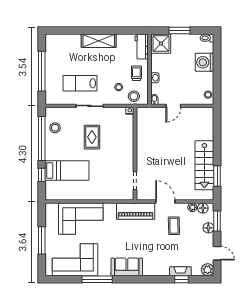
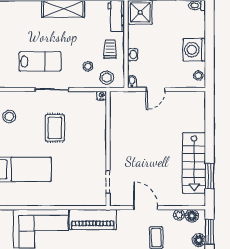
washing machine: (205, 62) -> (194, 50), moved
lab bench: (80, 83) -> (40, 61), turned 180
piano: (136, 211) -> (93, 220), moved

